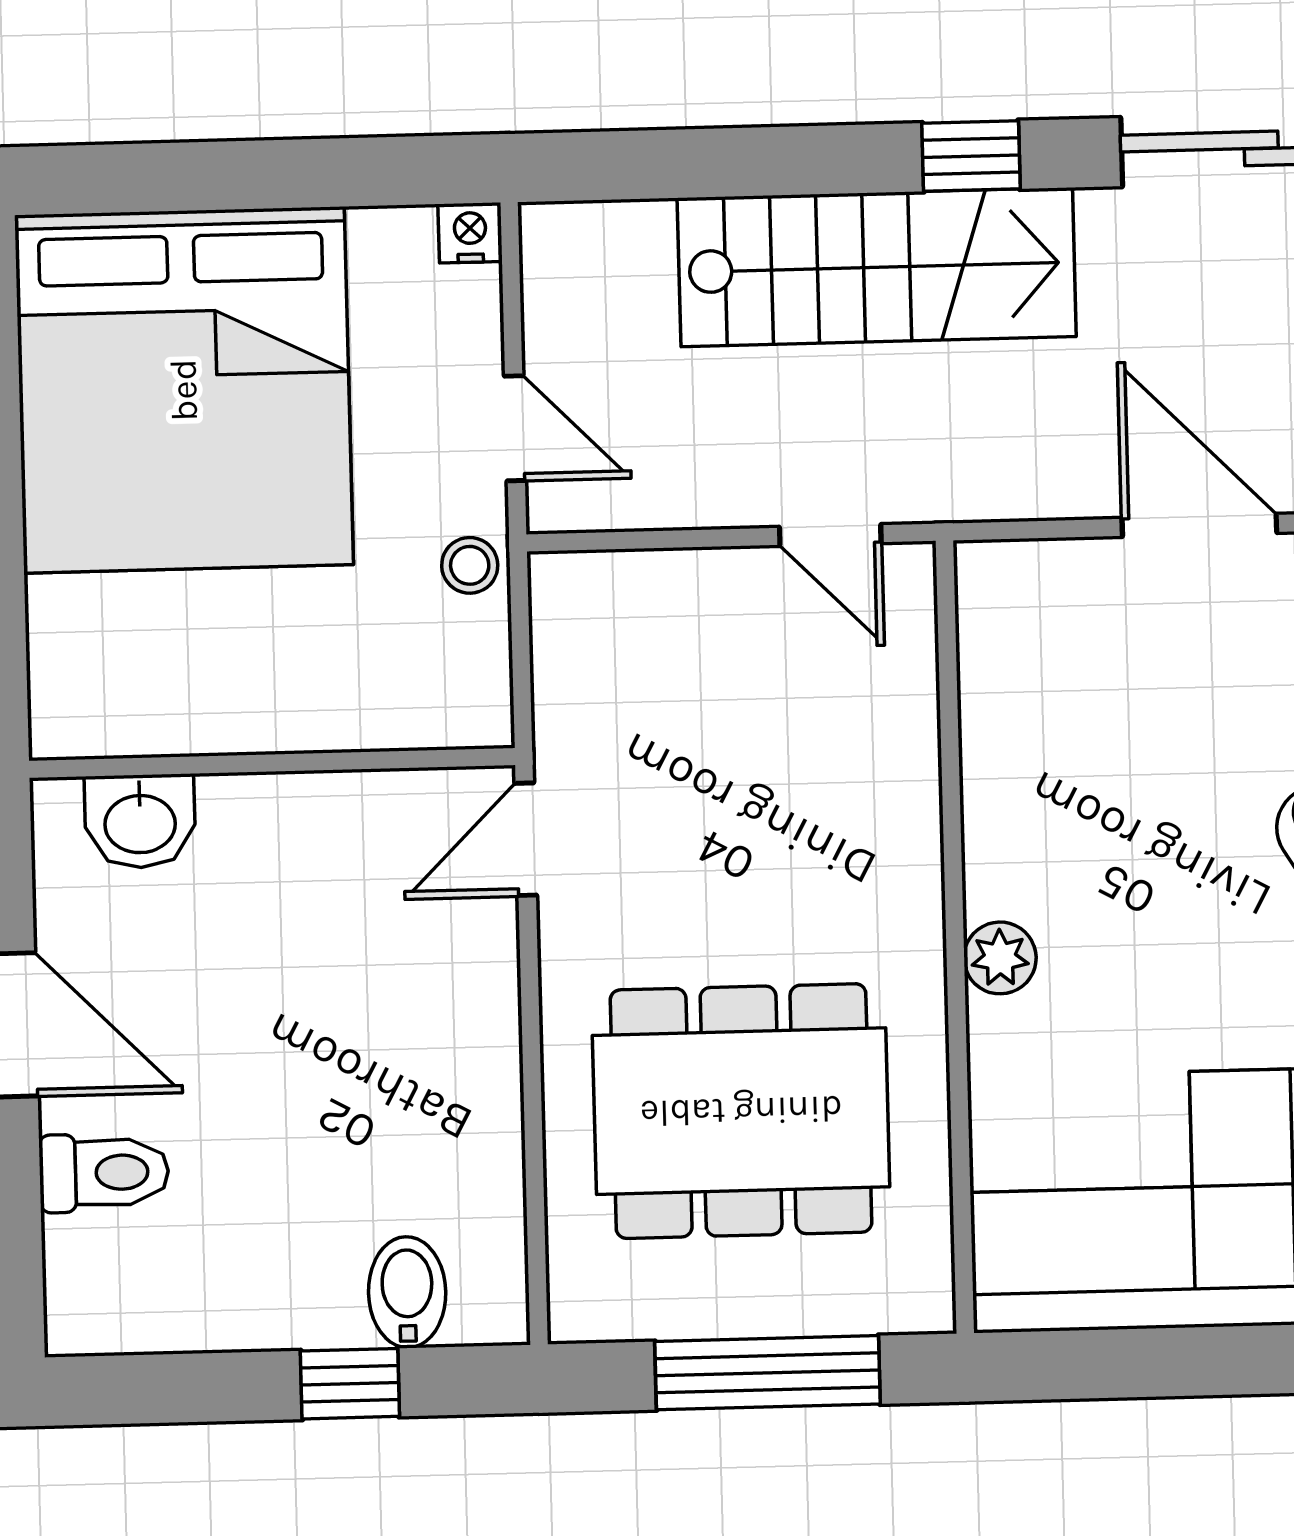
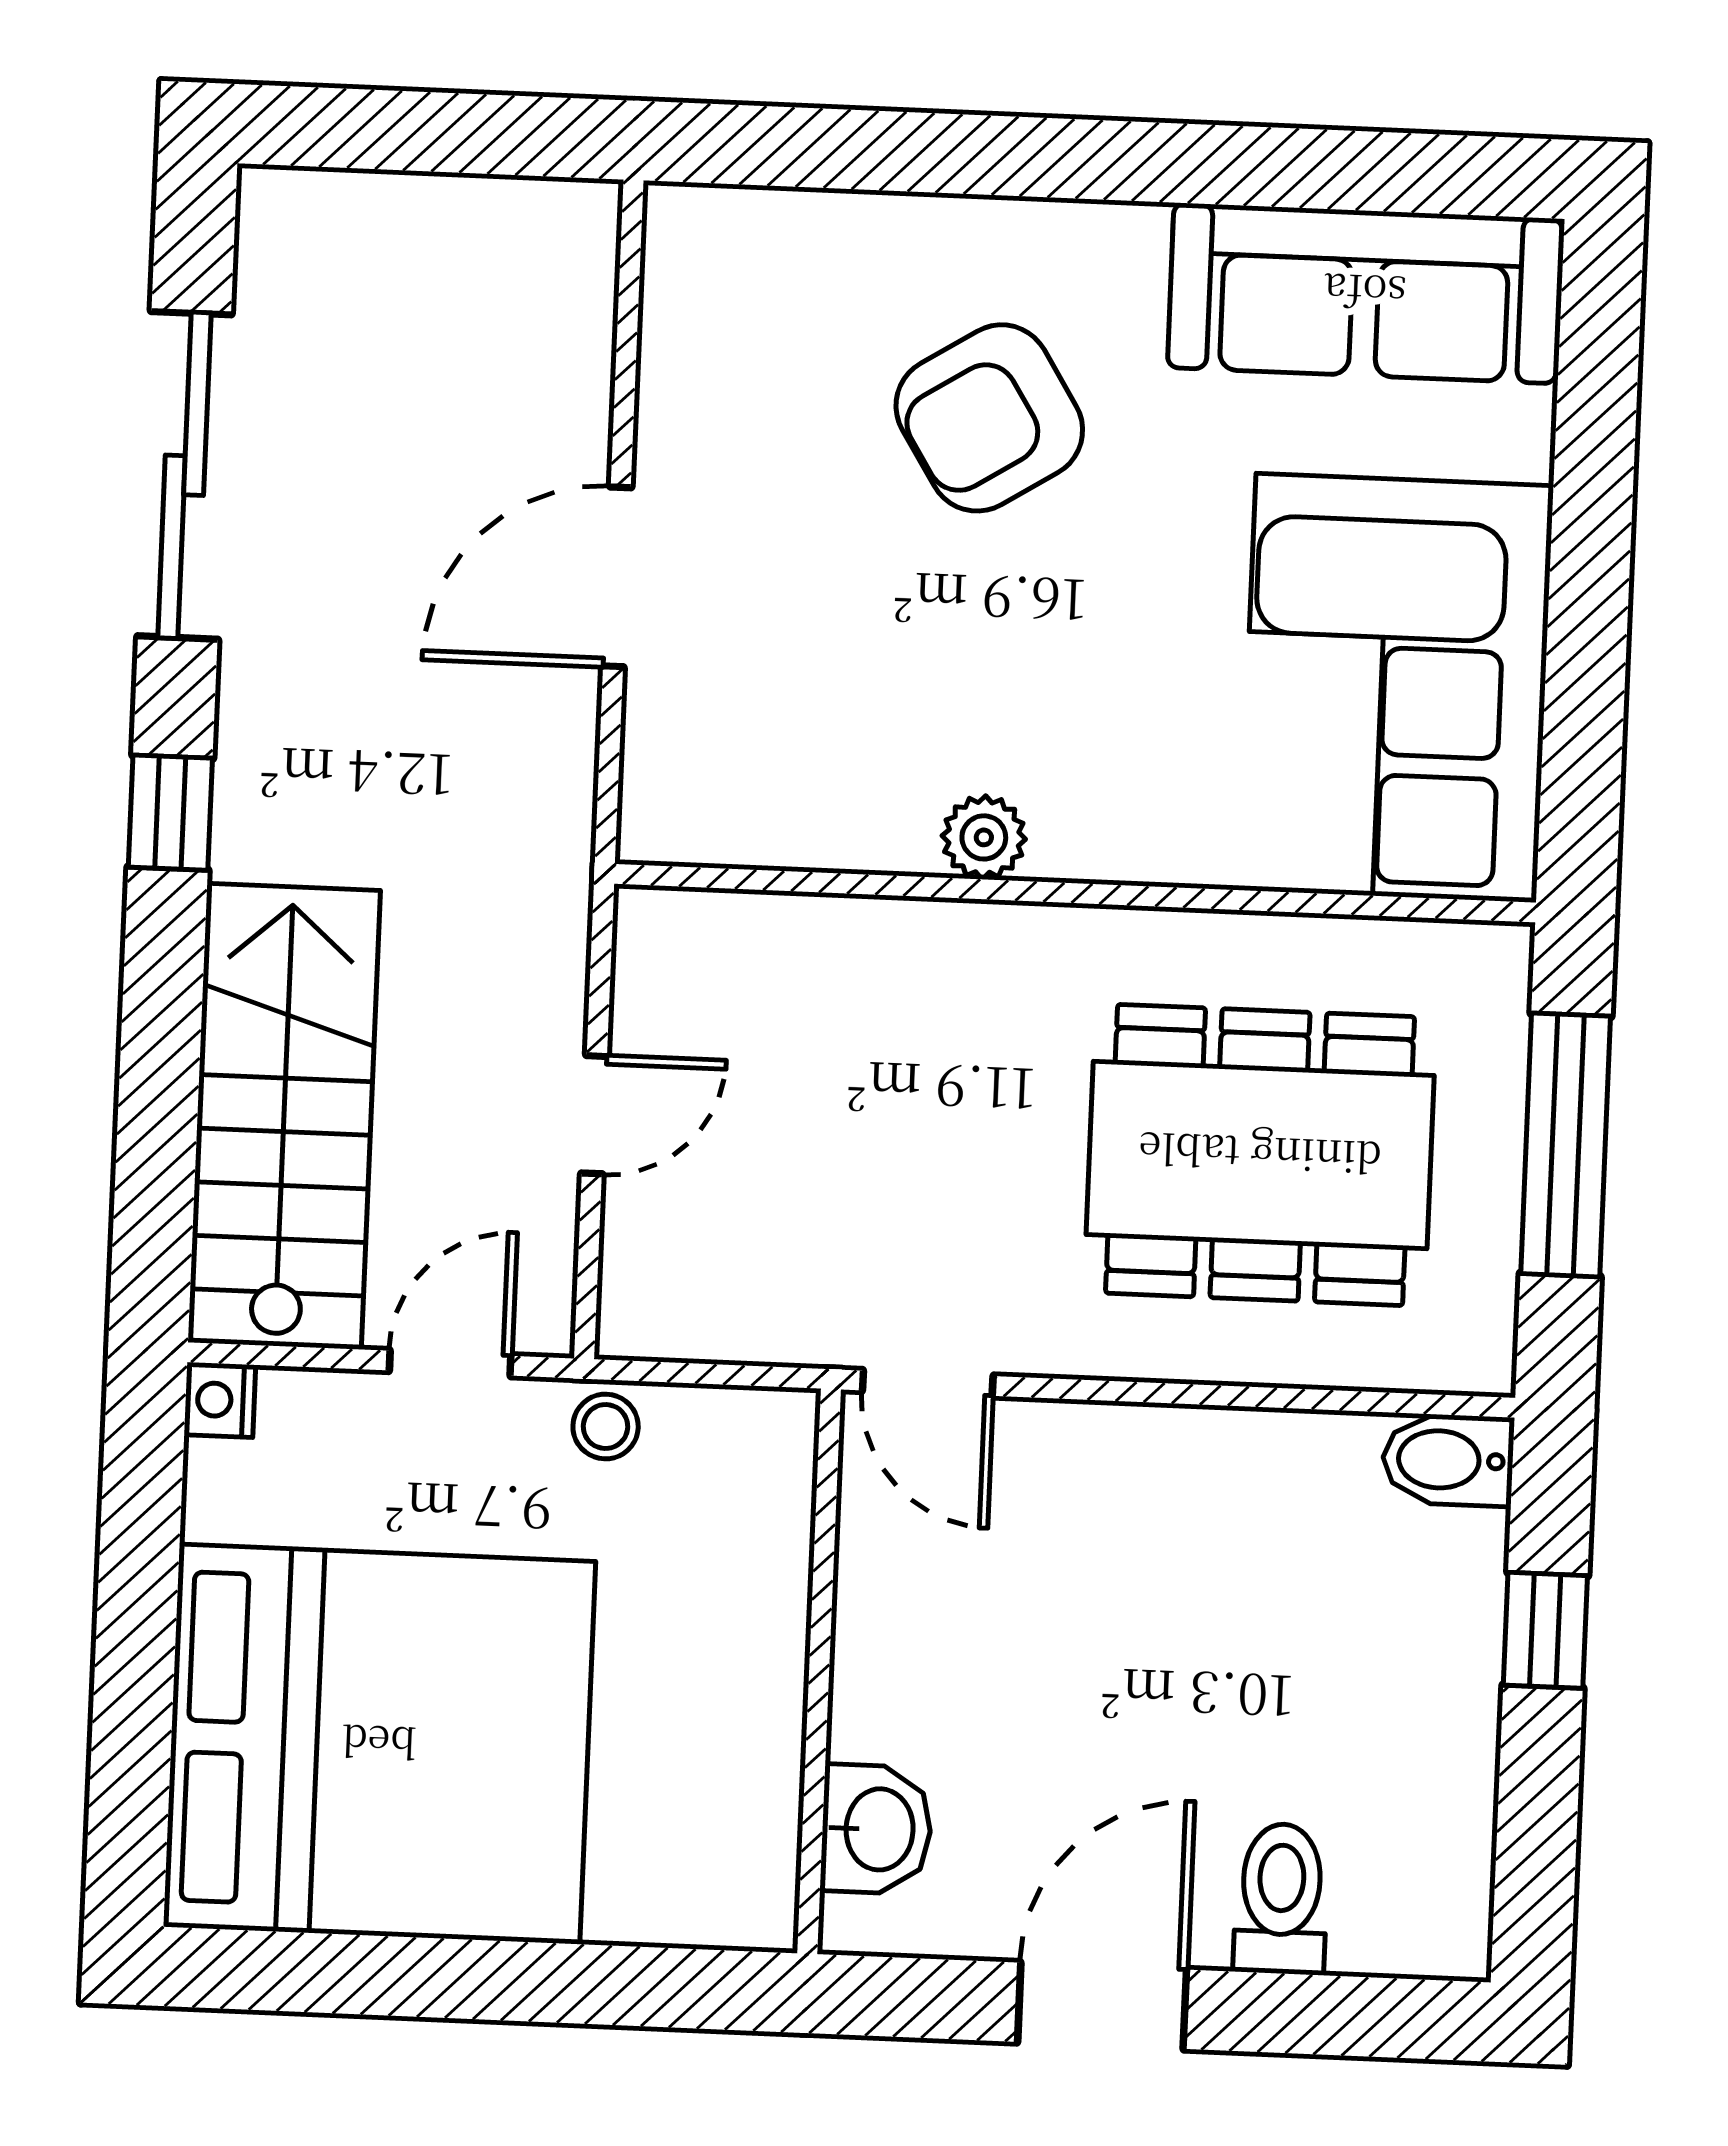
stairs: (877, 267) -> (284, 1116), moved
door: (830, 535) -> (594, 1115), moved
plant: (1000, 958) -> (984, 837), moved
dining table: (741, 1111) -> (1260, 1155), turned 90
bidet: (407, 1292) -> (1448, 1460), moved

